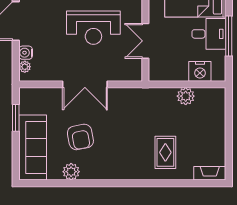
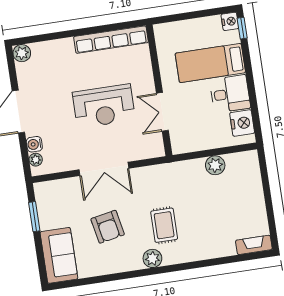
window: (229, 36) -> (252, 93), removed
nightstand: (200, 71) -> (242, 123), moved, turned -90
sofa: (33, 147) -> (59, 255), width x0.73
rug: (165, 152) -> (164, 225), moved
plant: (71, 172) -> (152, 258), moved

